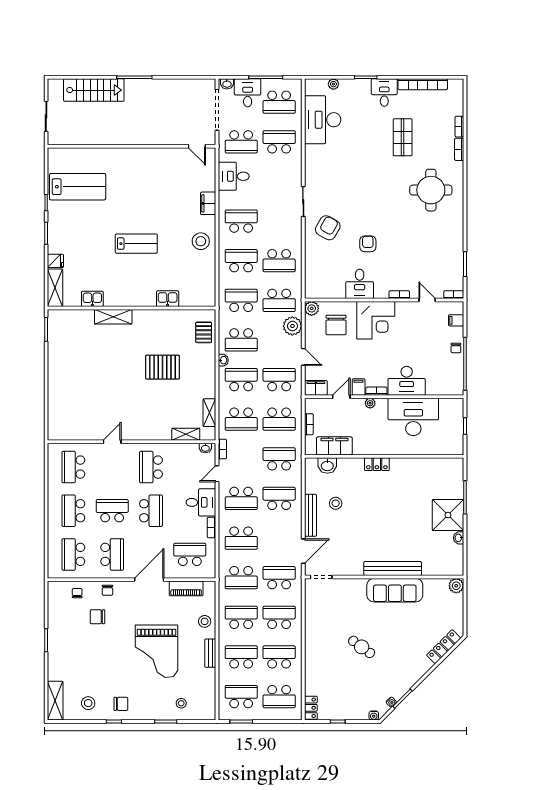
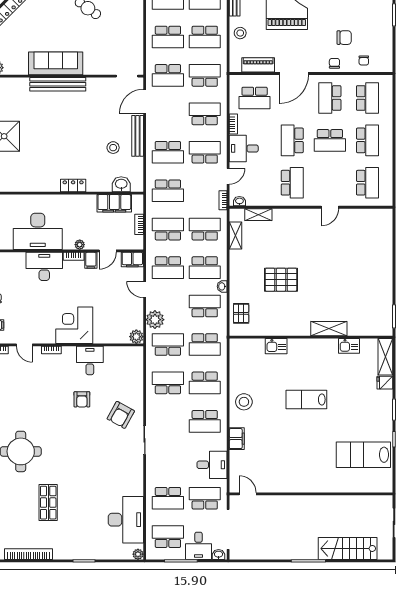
plant: (333, 84) -> (138, 554), moved
desk: (384, 93) -> (66, 546), removed
chair: (336, 325) -> (113, 321), removed

